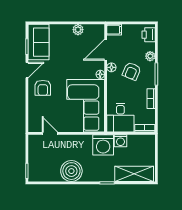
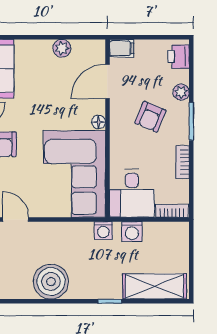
floor lamp: (111, 67) -> (117, 110), removed
washing machine: (103, 145) -> (103, 231), width x0.53, depth x0.53

